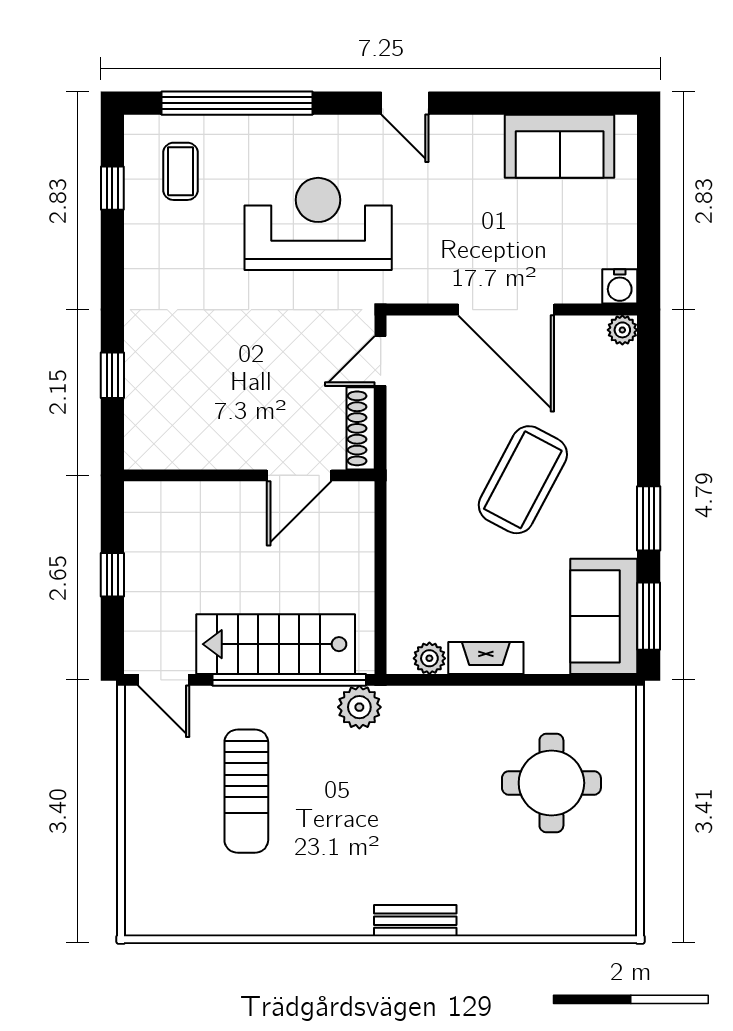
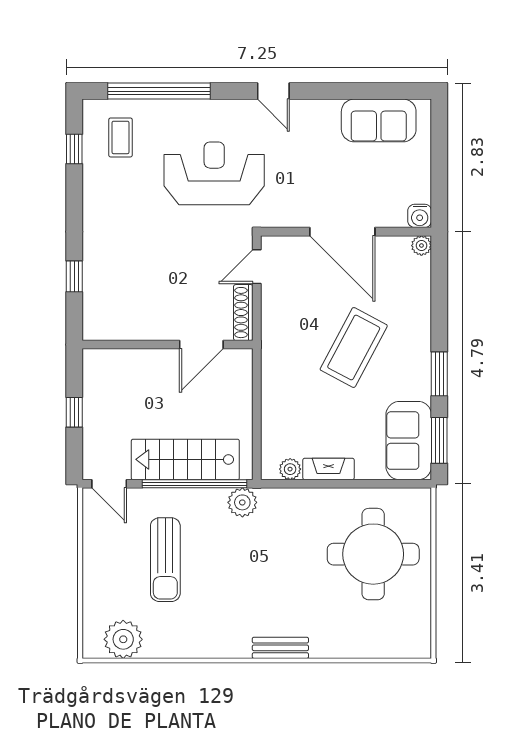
round table: (551, 783) -> (373, 554), width x1.36, depth x1.36
plant: (184, 908) -> (123, 639), added

